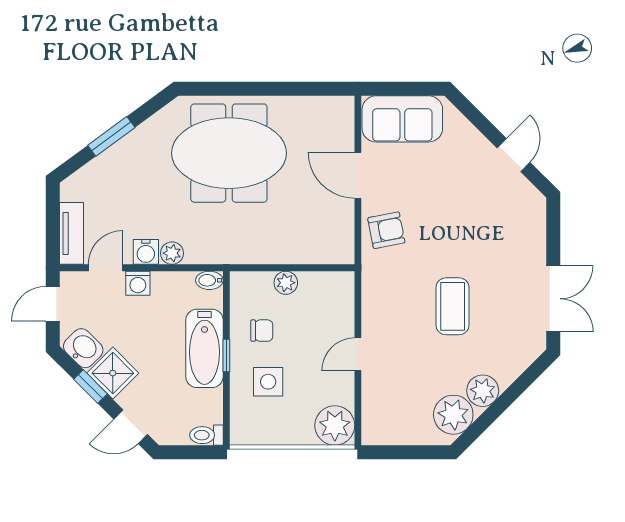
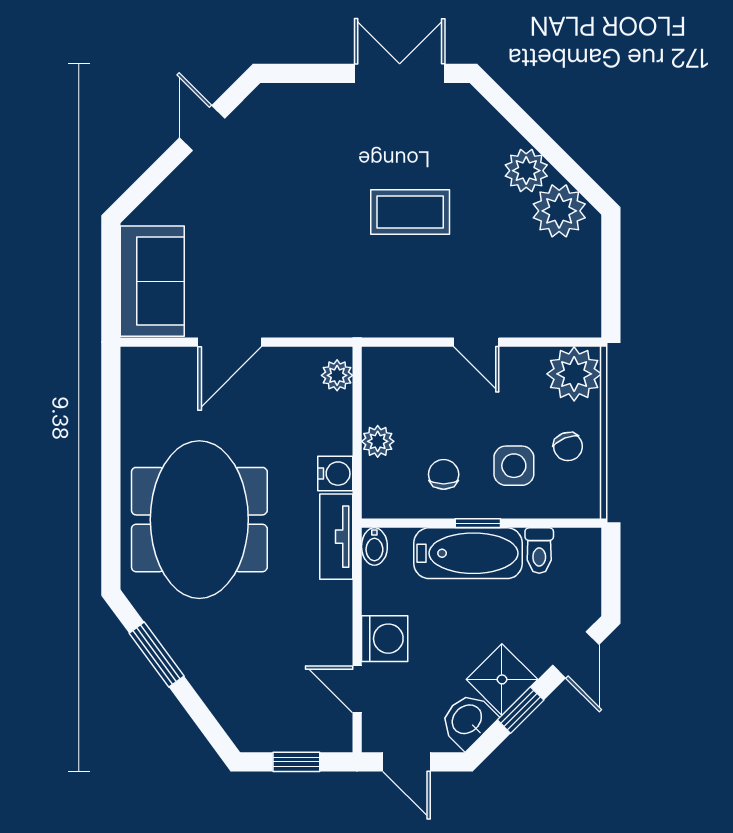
window: (111, 136) -> (157, 655), moved
door: (514, 155) -> (202, 128), hinge flipped
window: (53, 224) -> (296, 762), added
armchair: (386, 230) -> (305, 303), removed
tv unit: (72, 233) -> (336, 537), moved, turned -90
water cooler: (146, 252) -> (335, 474), moved
plant: (172, 253) -> (337, 375), moved
washing machine: (138, 283) -> (385, 639), width x1.38, depth x1.38
chair: (282, 421) -> (568, 447), added
toilet: (206, 435) -> (539, 551), moved

